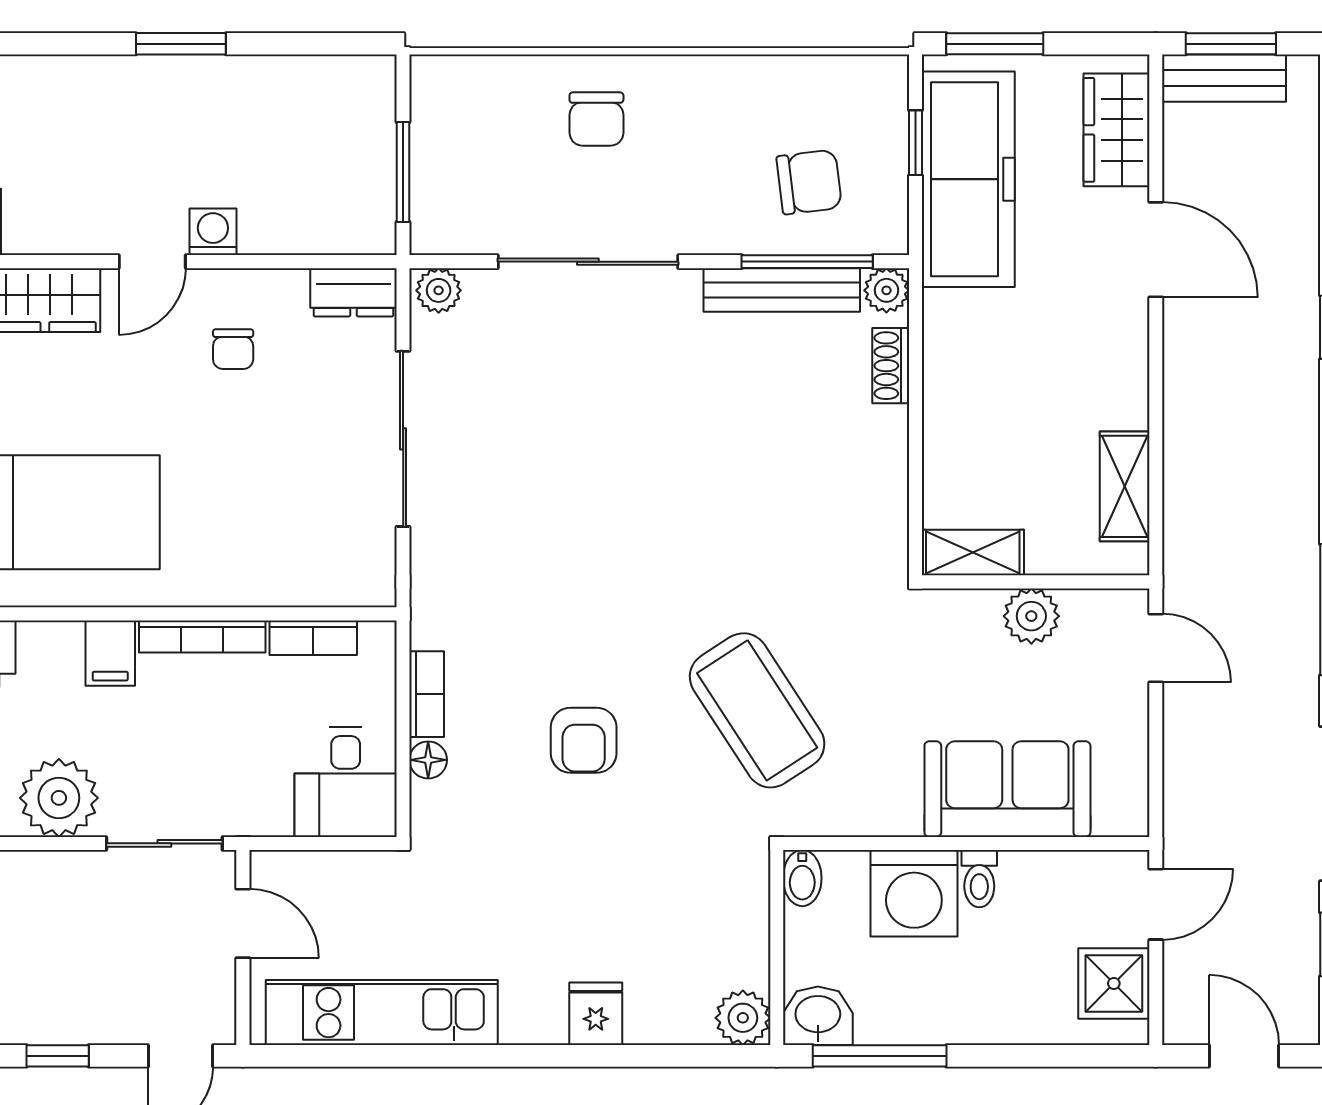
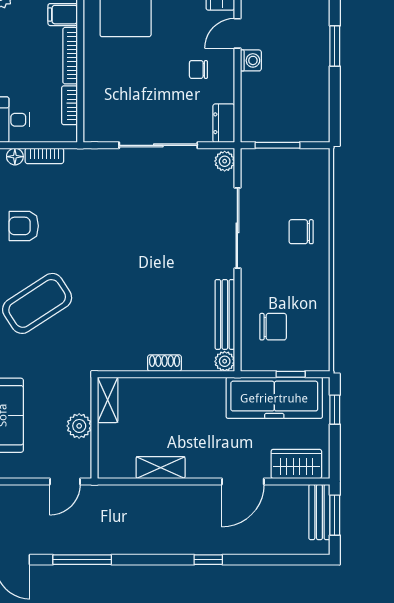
window: (995, 44) -> (335, 410), width x0.67
chair: (809, 182) -> (273, 327), turned -83
door: (152, 262) -> (237, 33), hinge flipped
window: (807, 262) -> (237, 326), removed
shoe rack: (891, 366) -> (165, 363), moved
shelving: (1125, 486) -> (161, 468), moved

